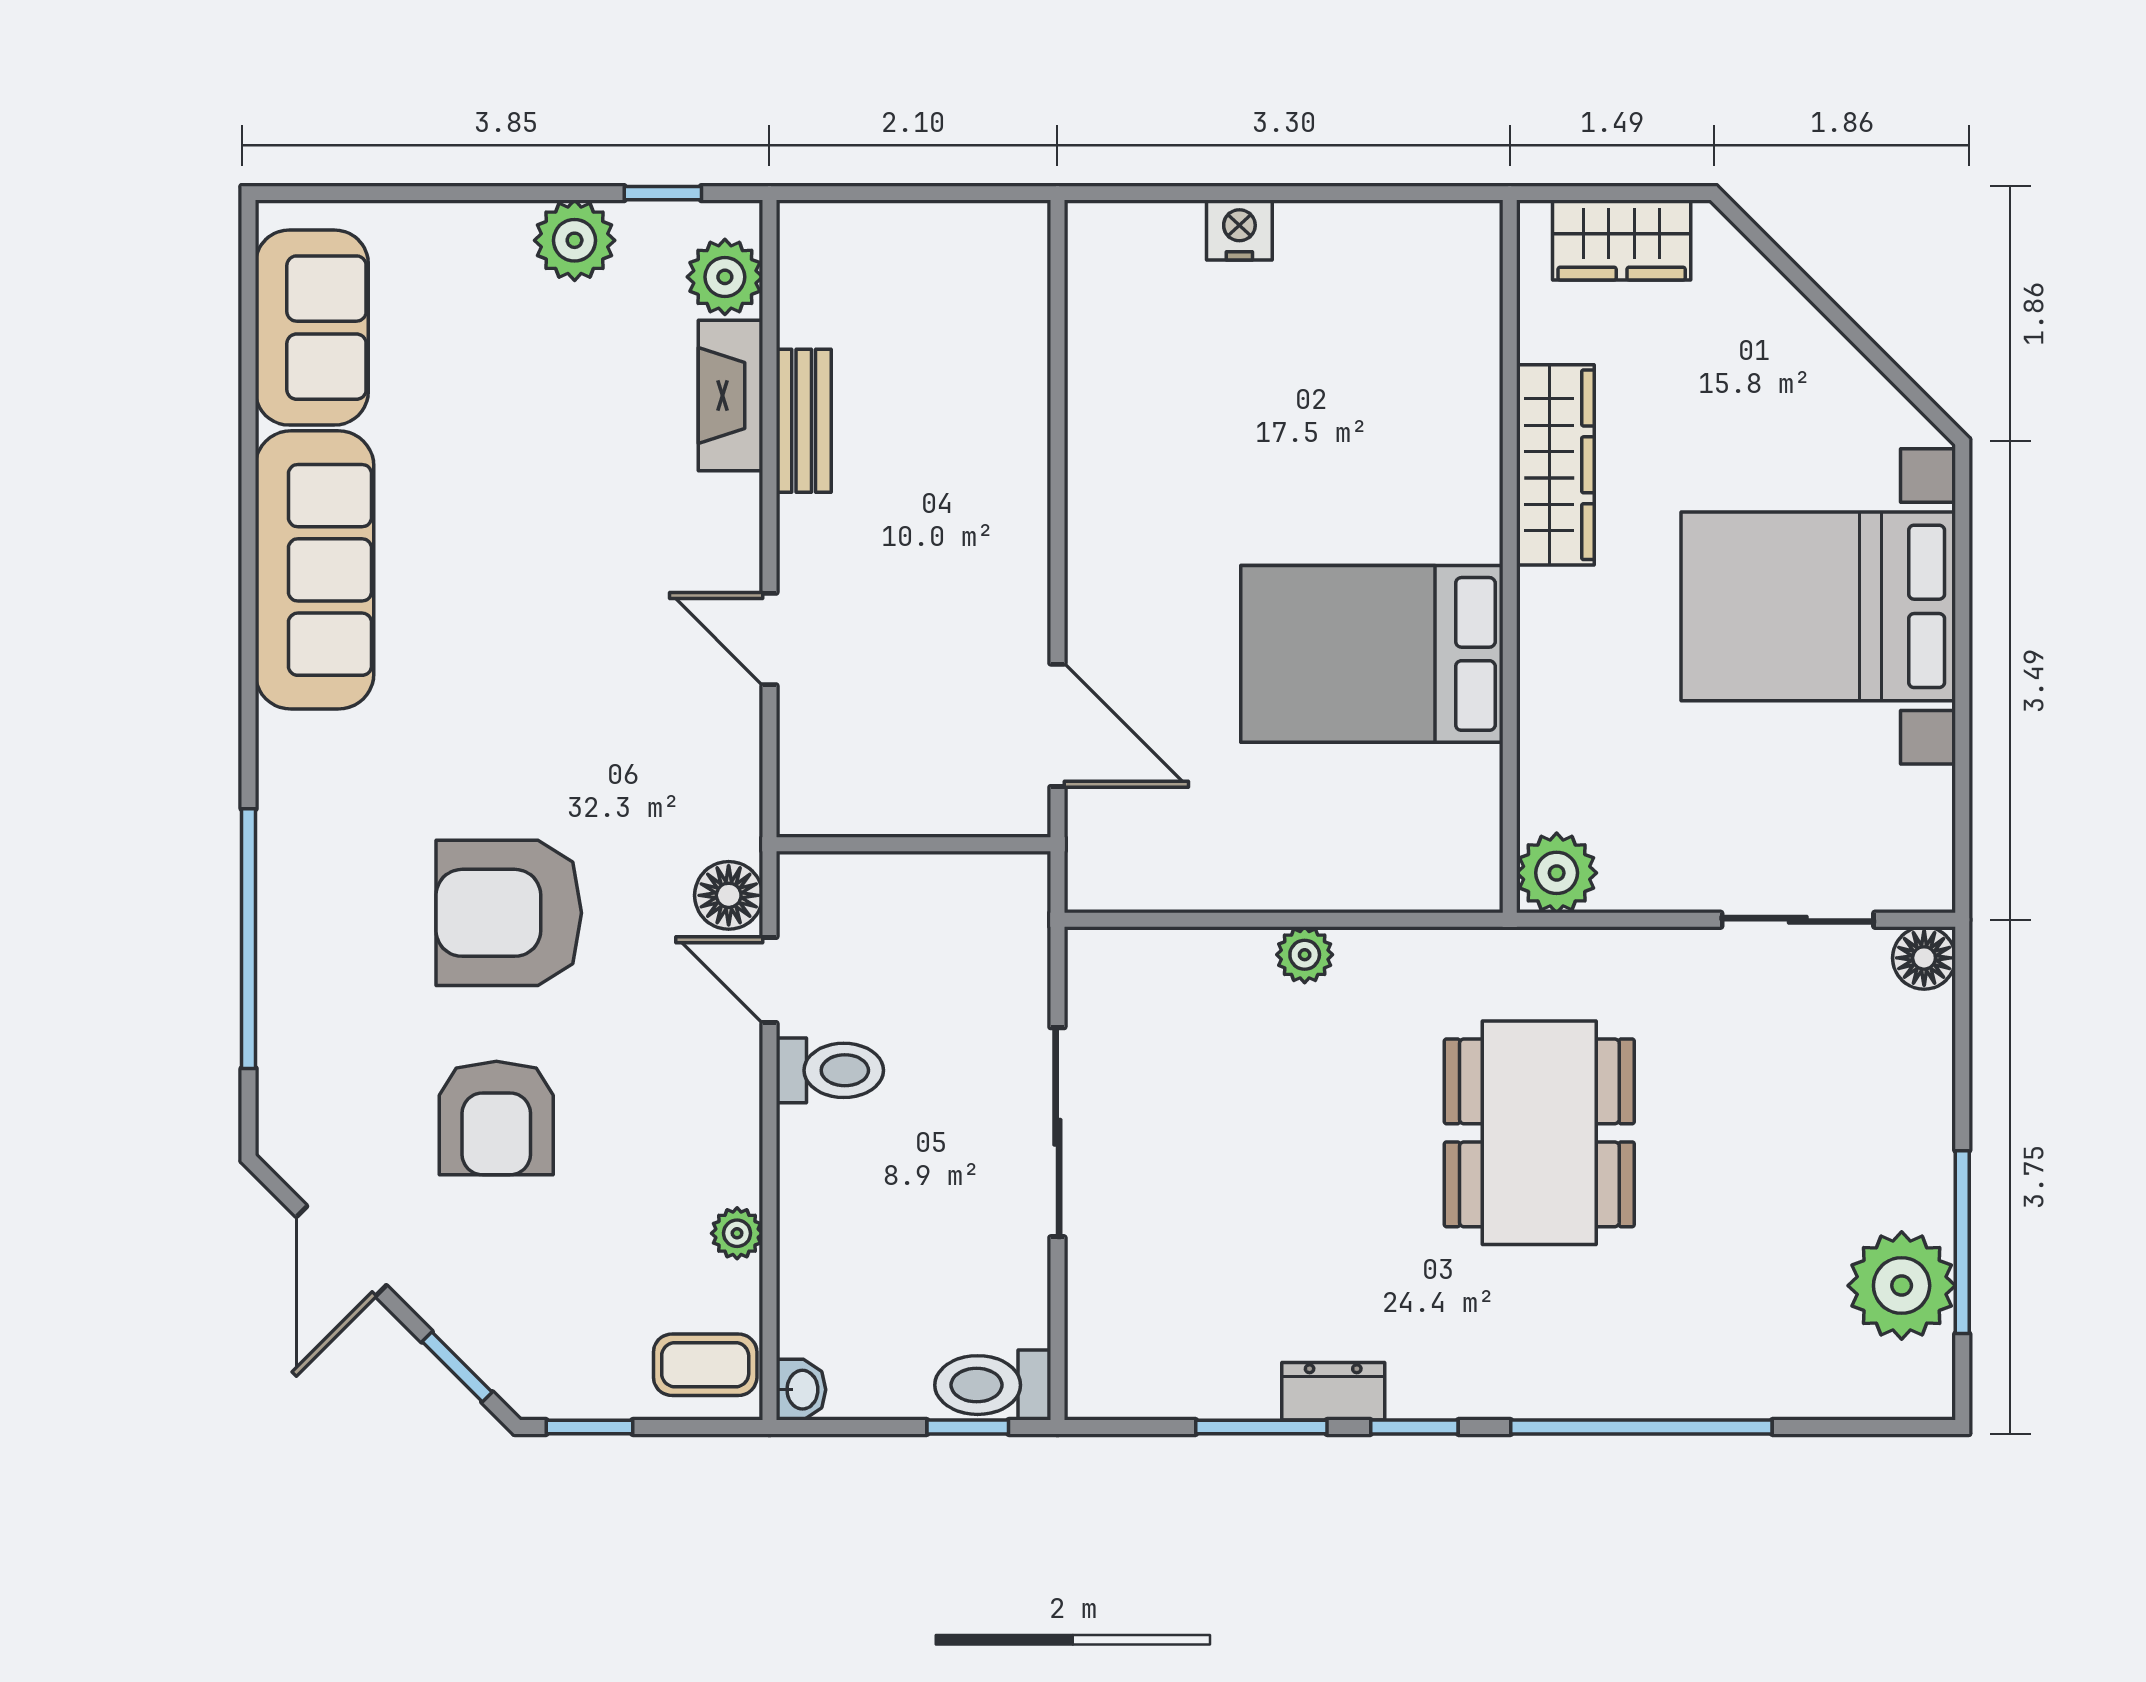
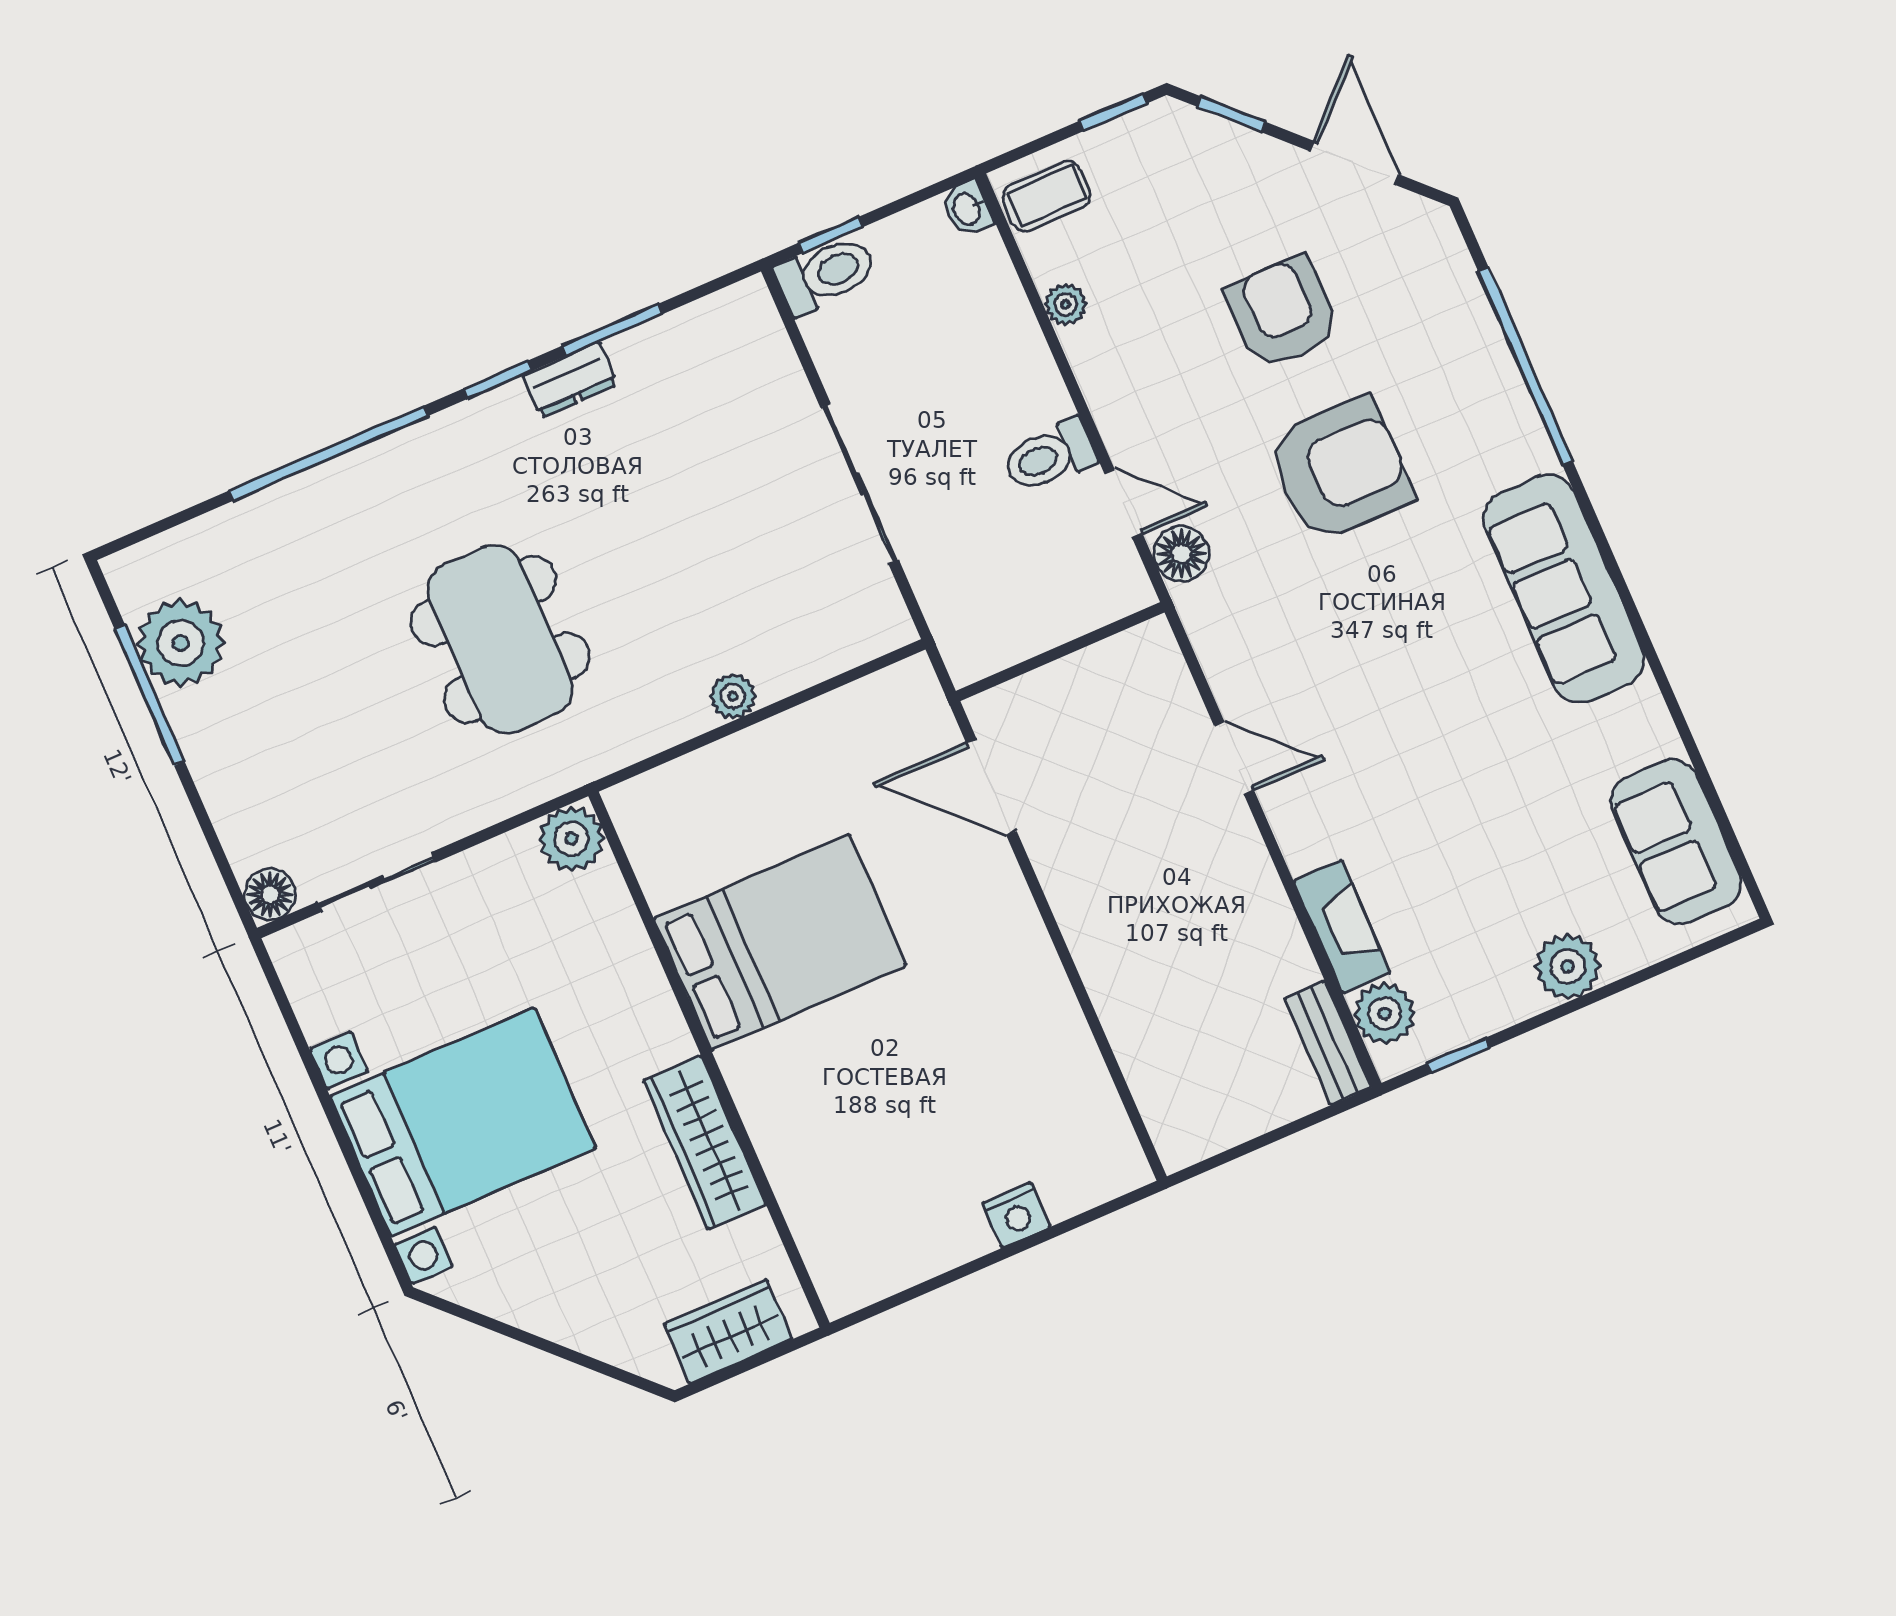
plant: (575, 240) -> (1568, 966), moved
bench: (804, 421) -> (1328, 1043), moved
sofa: (315, 570) -> (1564, 589), moved

